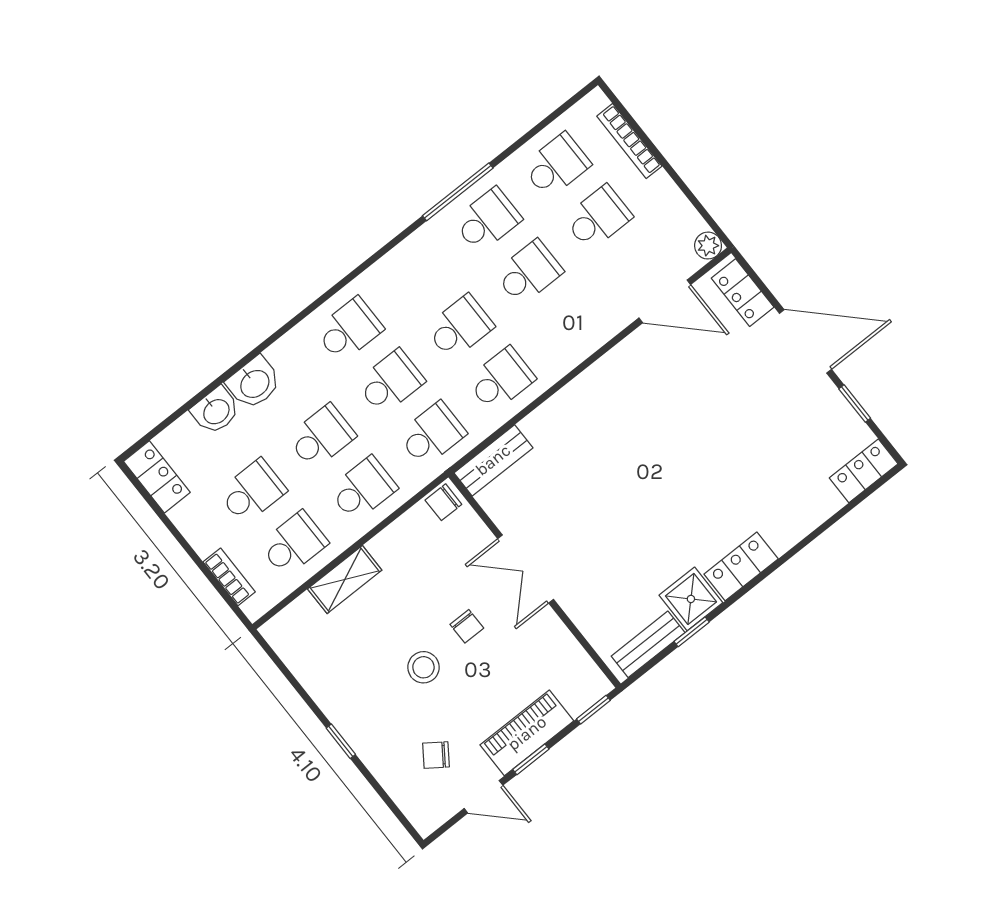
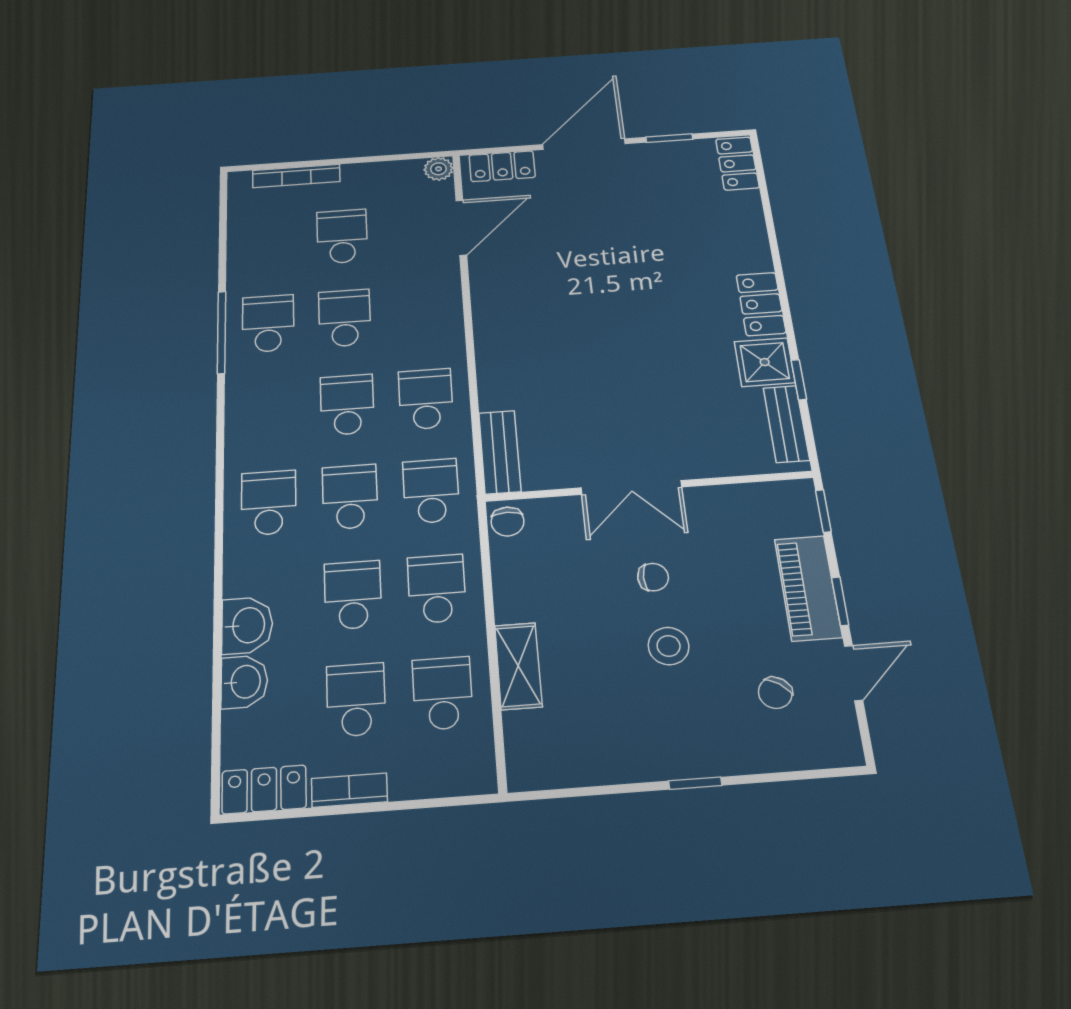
school desk: (556, 165) -> (268, 242), removed
bookcase: (229, 577) -> (349, 790), moved

